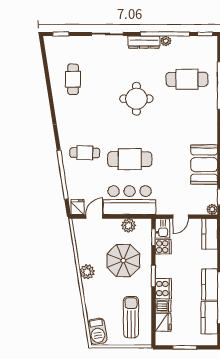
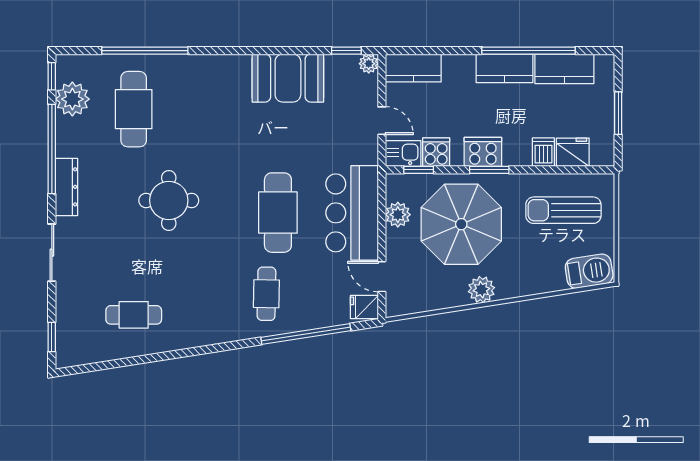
plant: (166, 41) -> (72, 99), moved, width x1.88, depth x1.88
parasol: (123, 261) -> (461, 224), width x1.36, depth x1.36
cooker: (163, 289) -> (483, 152), moved

